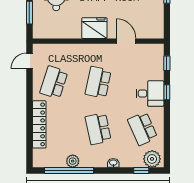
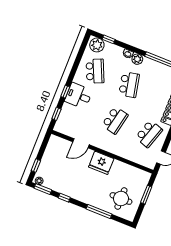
door: (126, 41) -> (81, 143), hinge flipped
plant: (73, 161) -> (137, 59), moved

